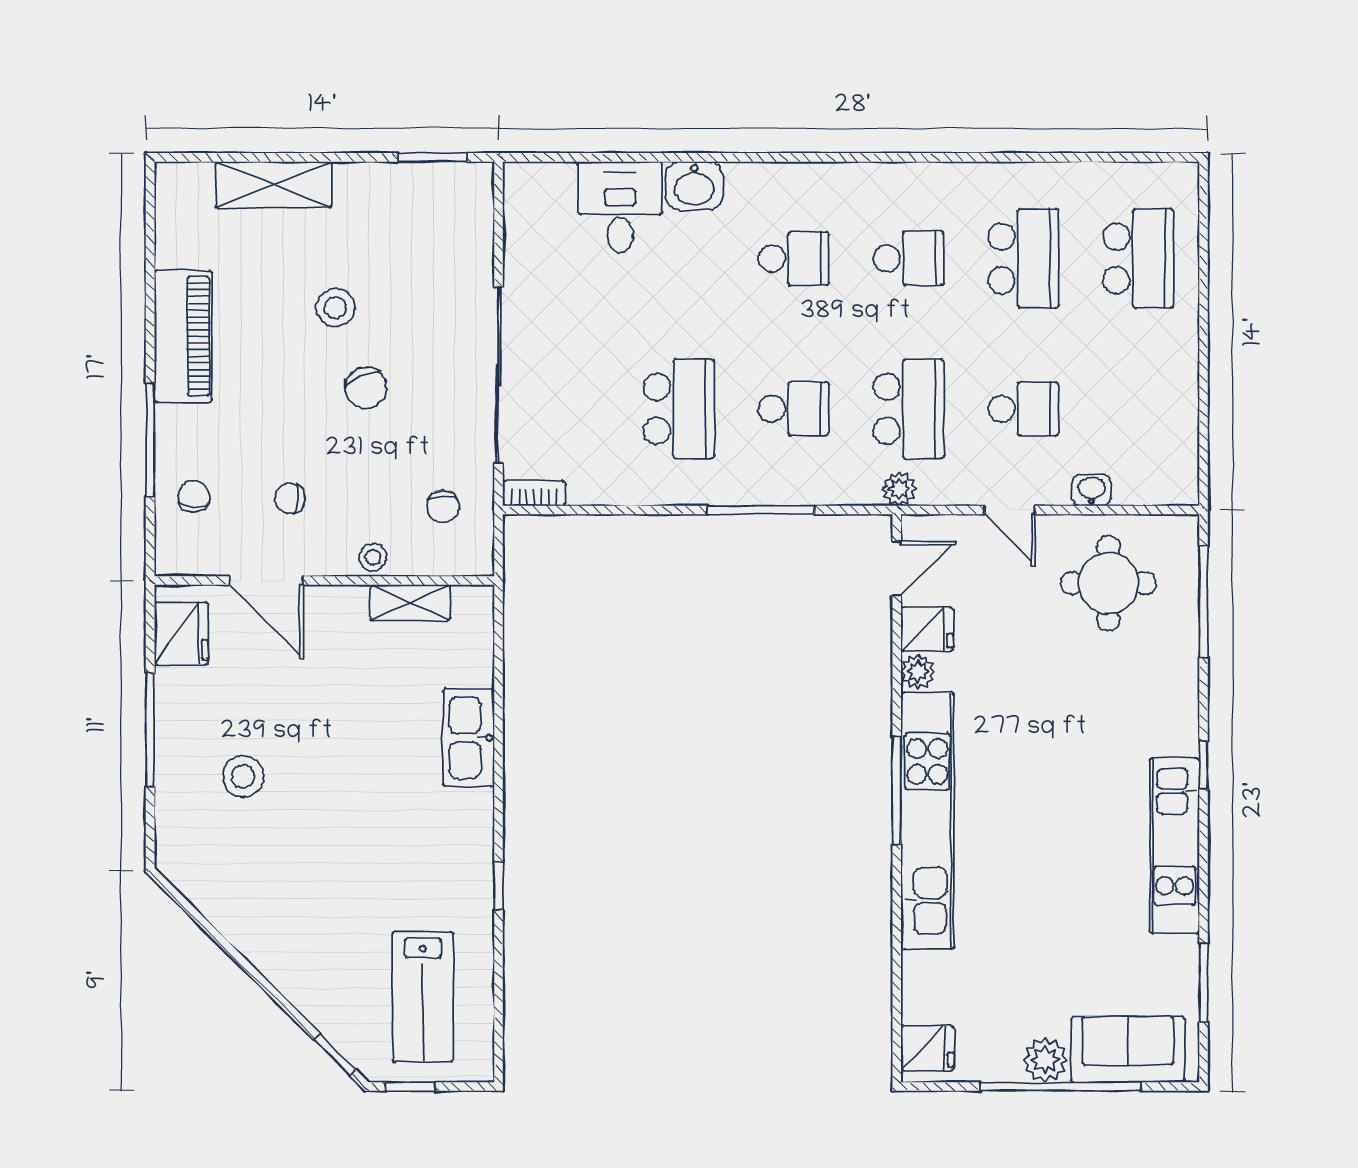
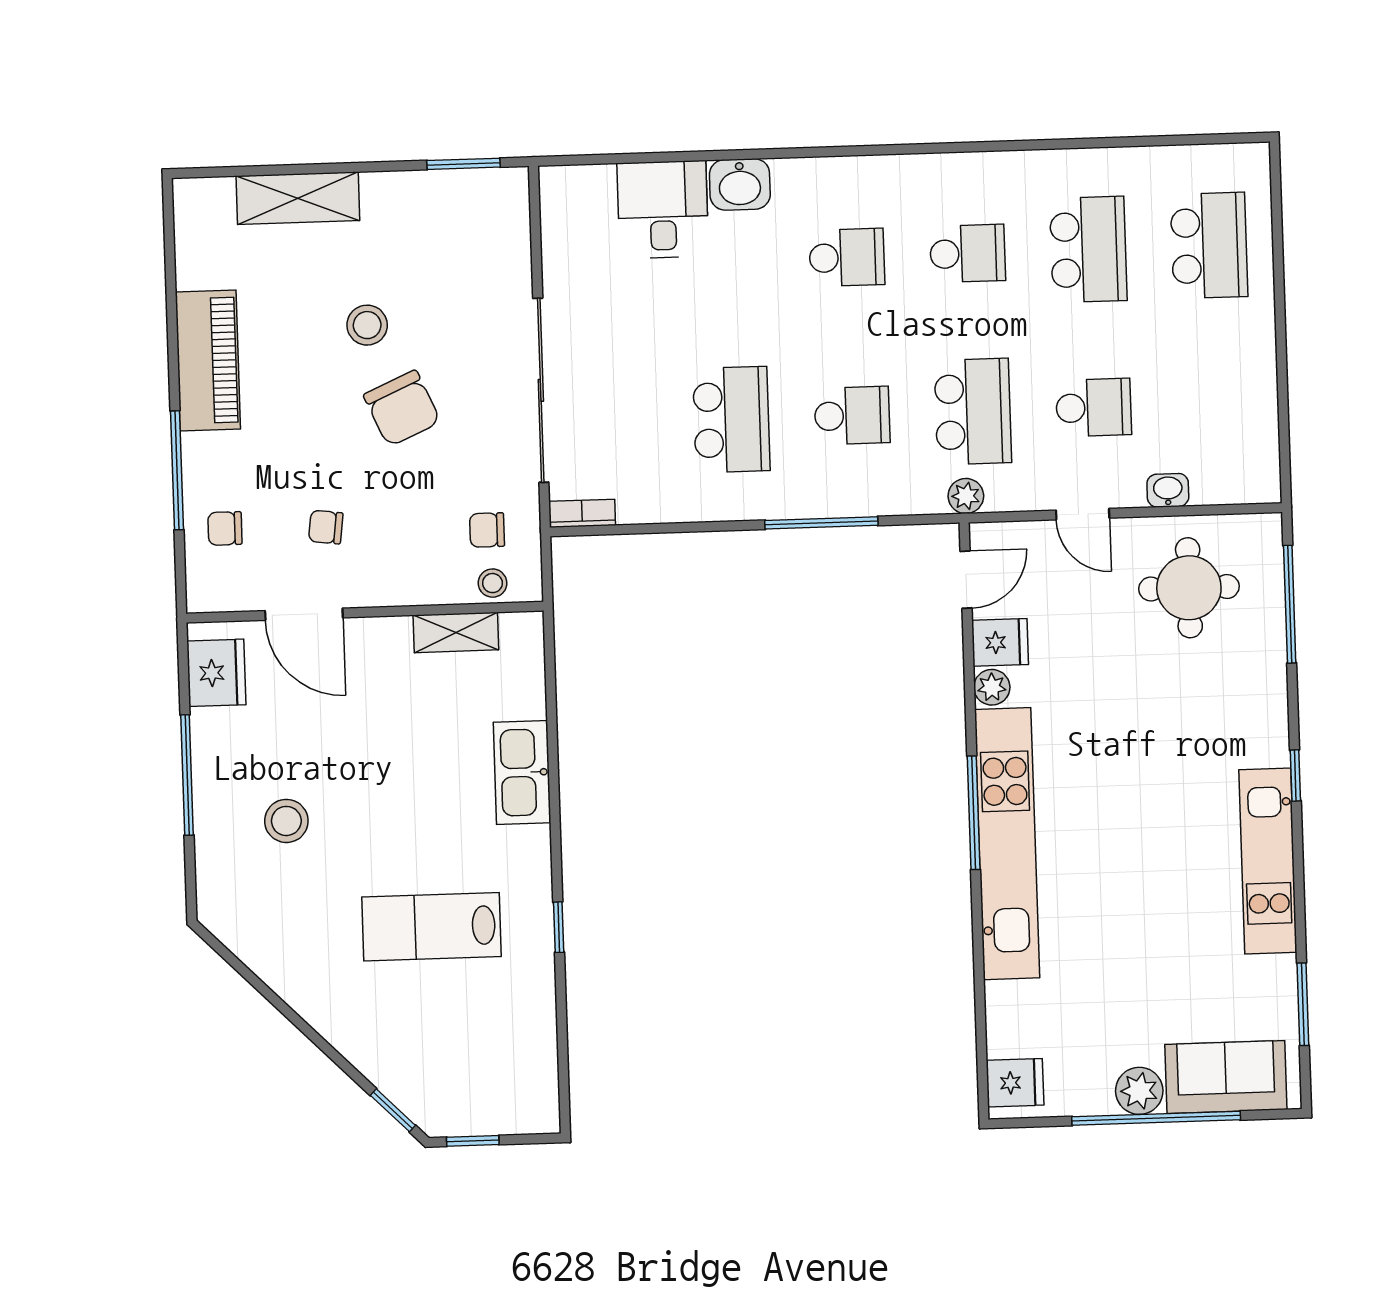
chair: (366, 388) -> (402, 408), width x1.37, depth x1.37
chair: (194, 496) -> (225, 528), turned -90
chair: (443, 506) -> (487, 530), turned 90
stool: (373, 557) -> (492, 583), moved
lab bench: (423, 997) -> (431, 927), moved, turned 90

